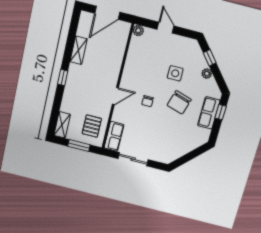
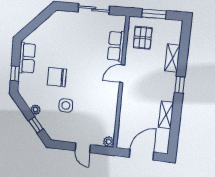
chair: (148, 101) -> (88, 73), removed
chair: (179, 102) -> (57, 77), turned -107
row of seats: (209, 113) -> (27, 58), moved
shelving: (62, 125) -> (172, 58), moved
row of seats: (114, 136) -> (116, 46), moved

